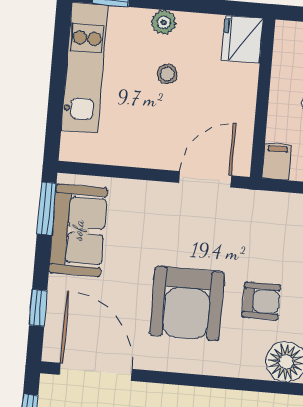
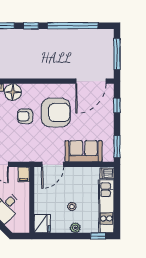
dishwasher: (76, 147) -> (107, 173), added
sofa: (78, 230) -> (84, 151), moved, turned 90
armchair: (187, 303) -> (56, 113), turned 90
door: (96, 372) -> (91, 81), hinge flipped

